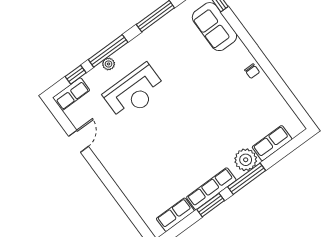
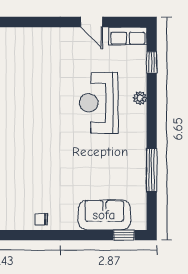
window: (108, 51) -> (152, 106), removed
row of seats: (71, 94) -> (128, 36), moved, turned -90

